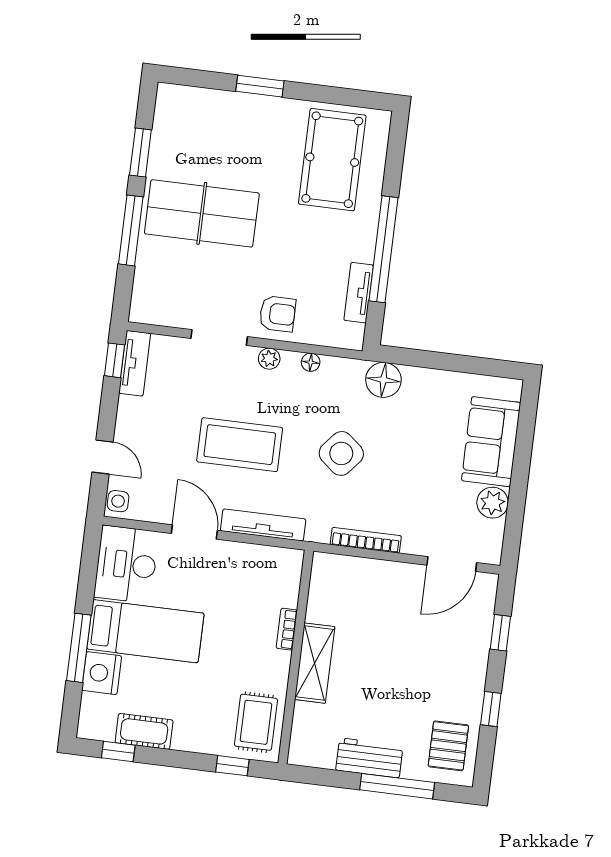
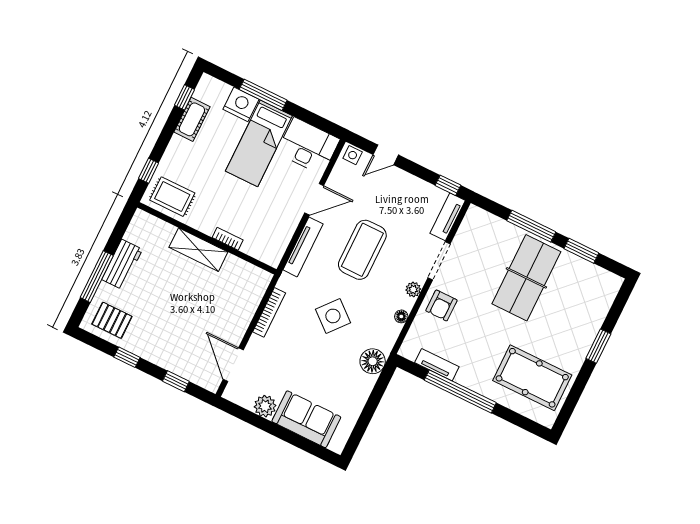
tv unit: (135, 363) -> (448, 217), moved, turned 90

